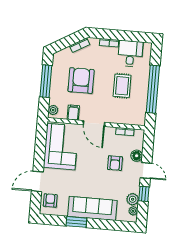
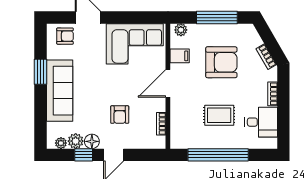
floor lamp: (137, 156) -> (92, 141), moved
armchair: (115, 163) -> (120, 115), turned -90

